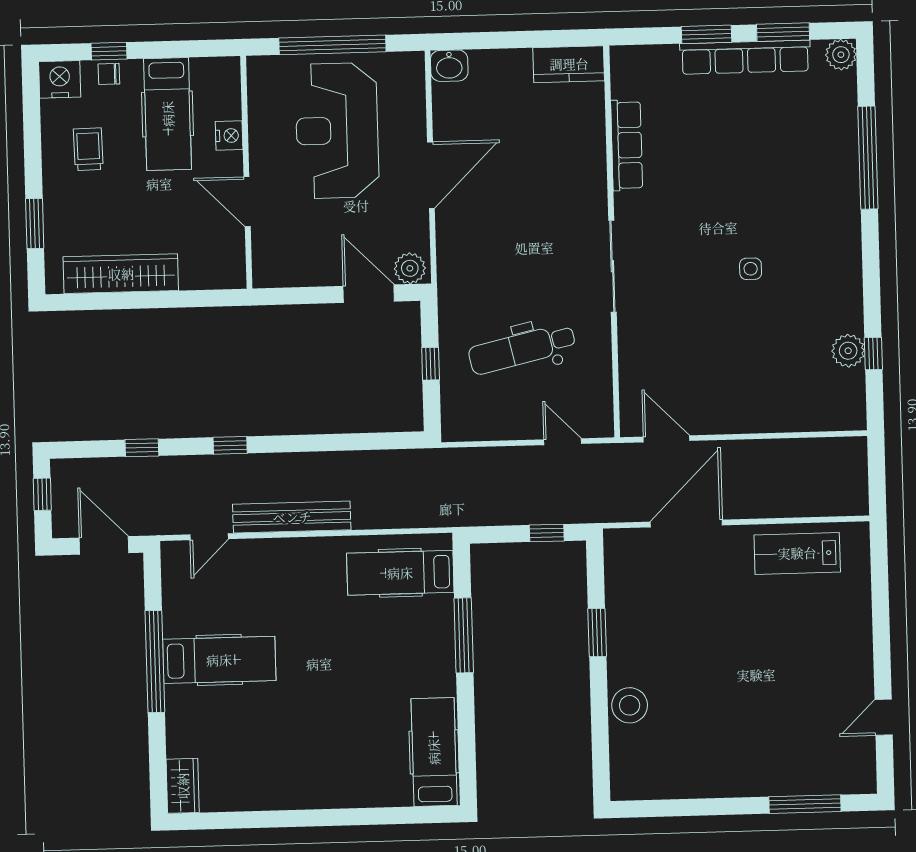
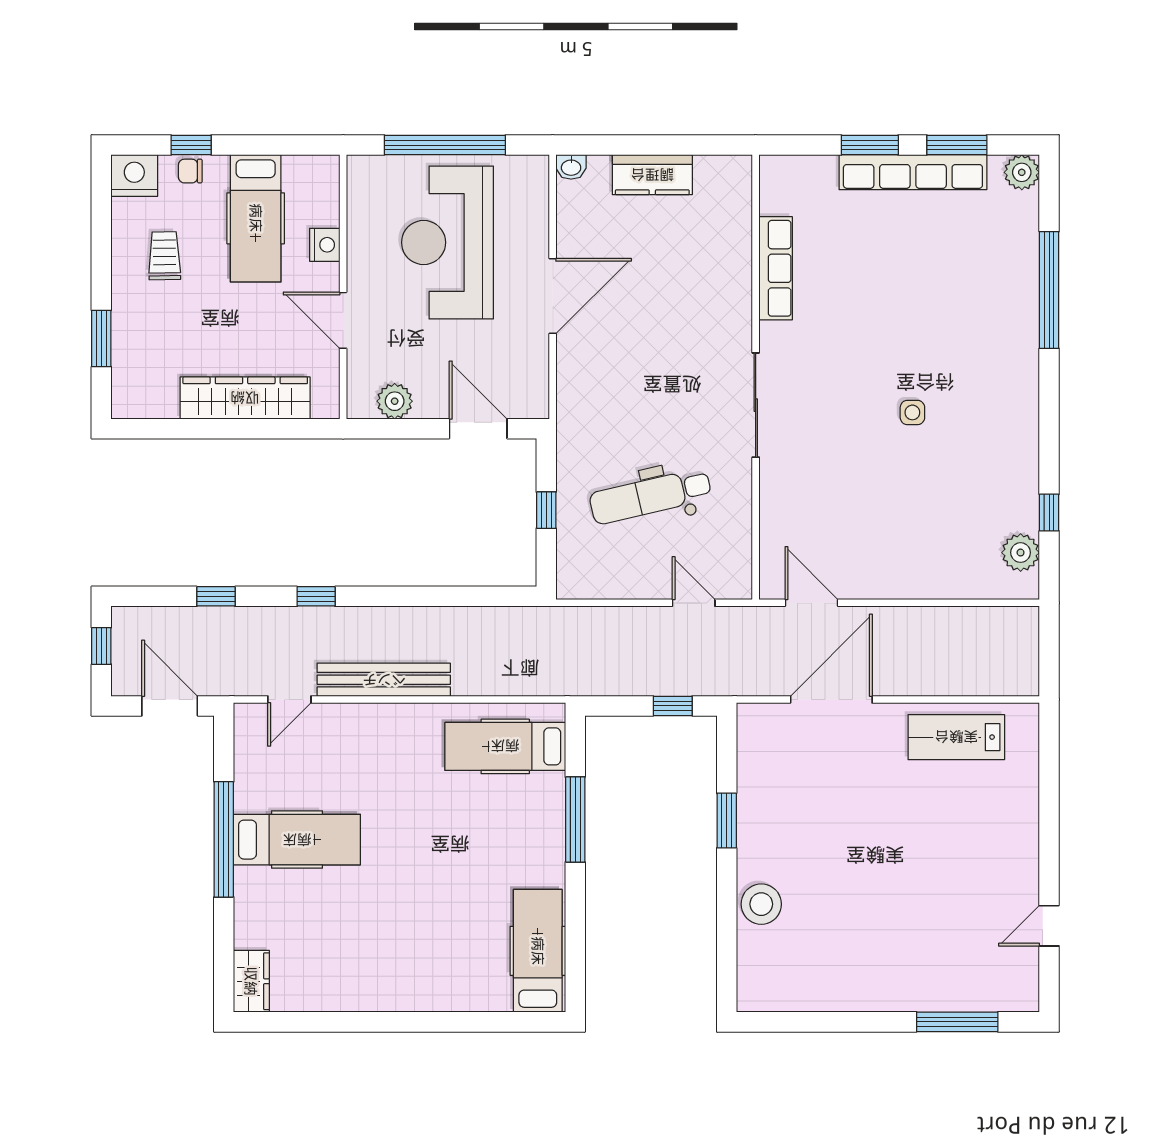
kitchen counter: (569, 64) -> (652, 175), moved
washbasin: (449, 66) -> (571, 167), width x0.72, depth x0.69
plant: (410, 268) -> (395, 401), moved
wardrobe: (121, 274) -> (245, 398), moved
plant: (848, 351) -> (1021, 553), moved

